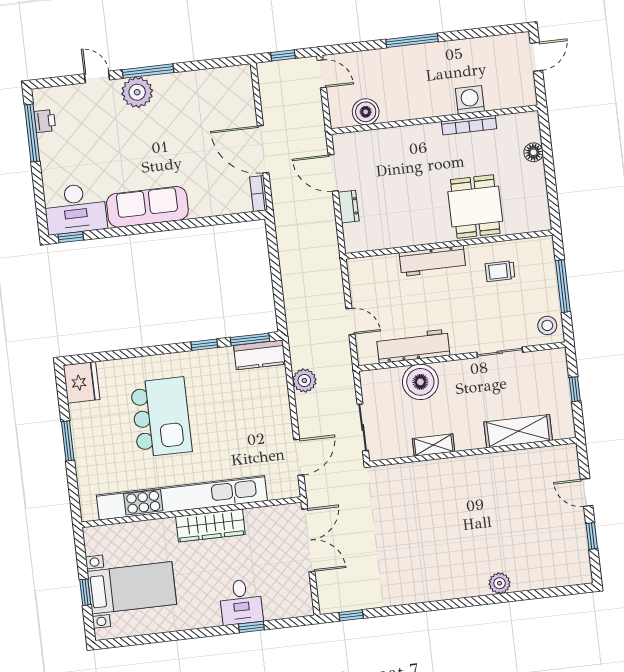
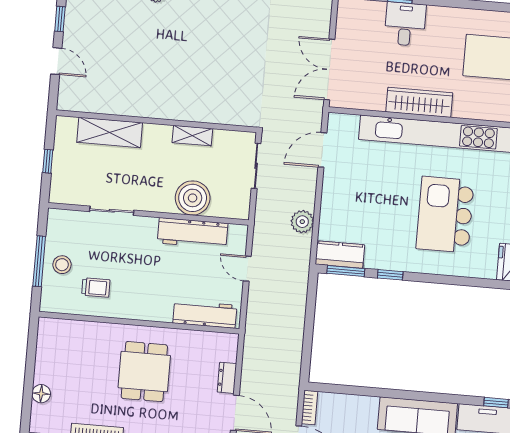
dining table: (475, 206) -> (144, 372), moved
workbench: (432, 261) -> (205, 314), moved
stool: (547, 325) -> (62, 265), moved

